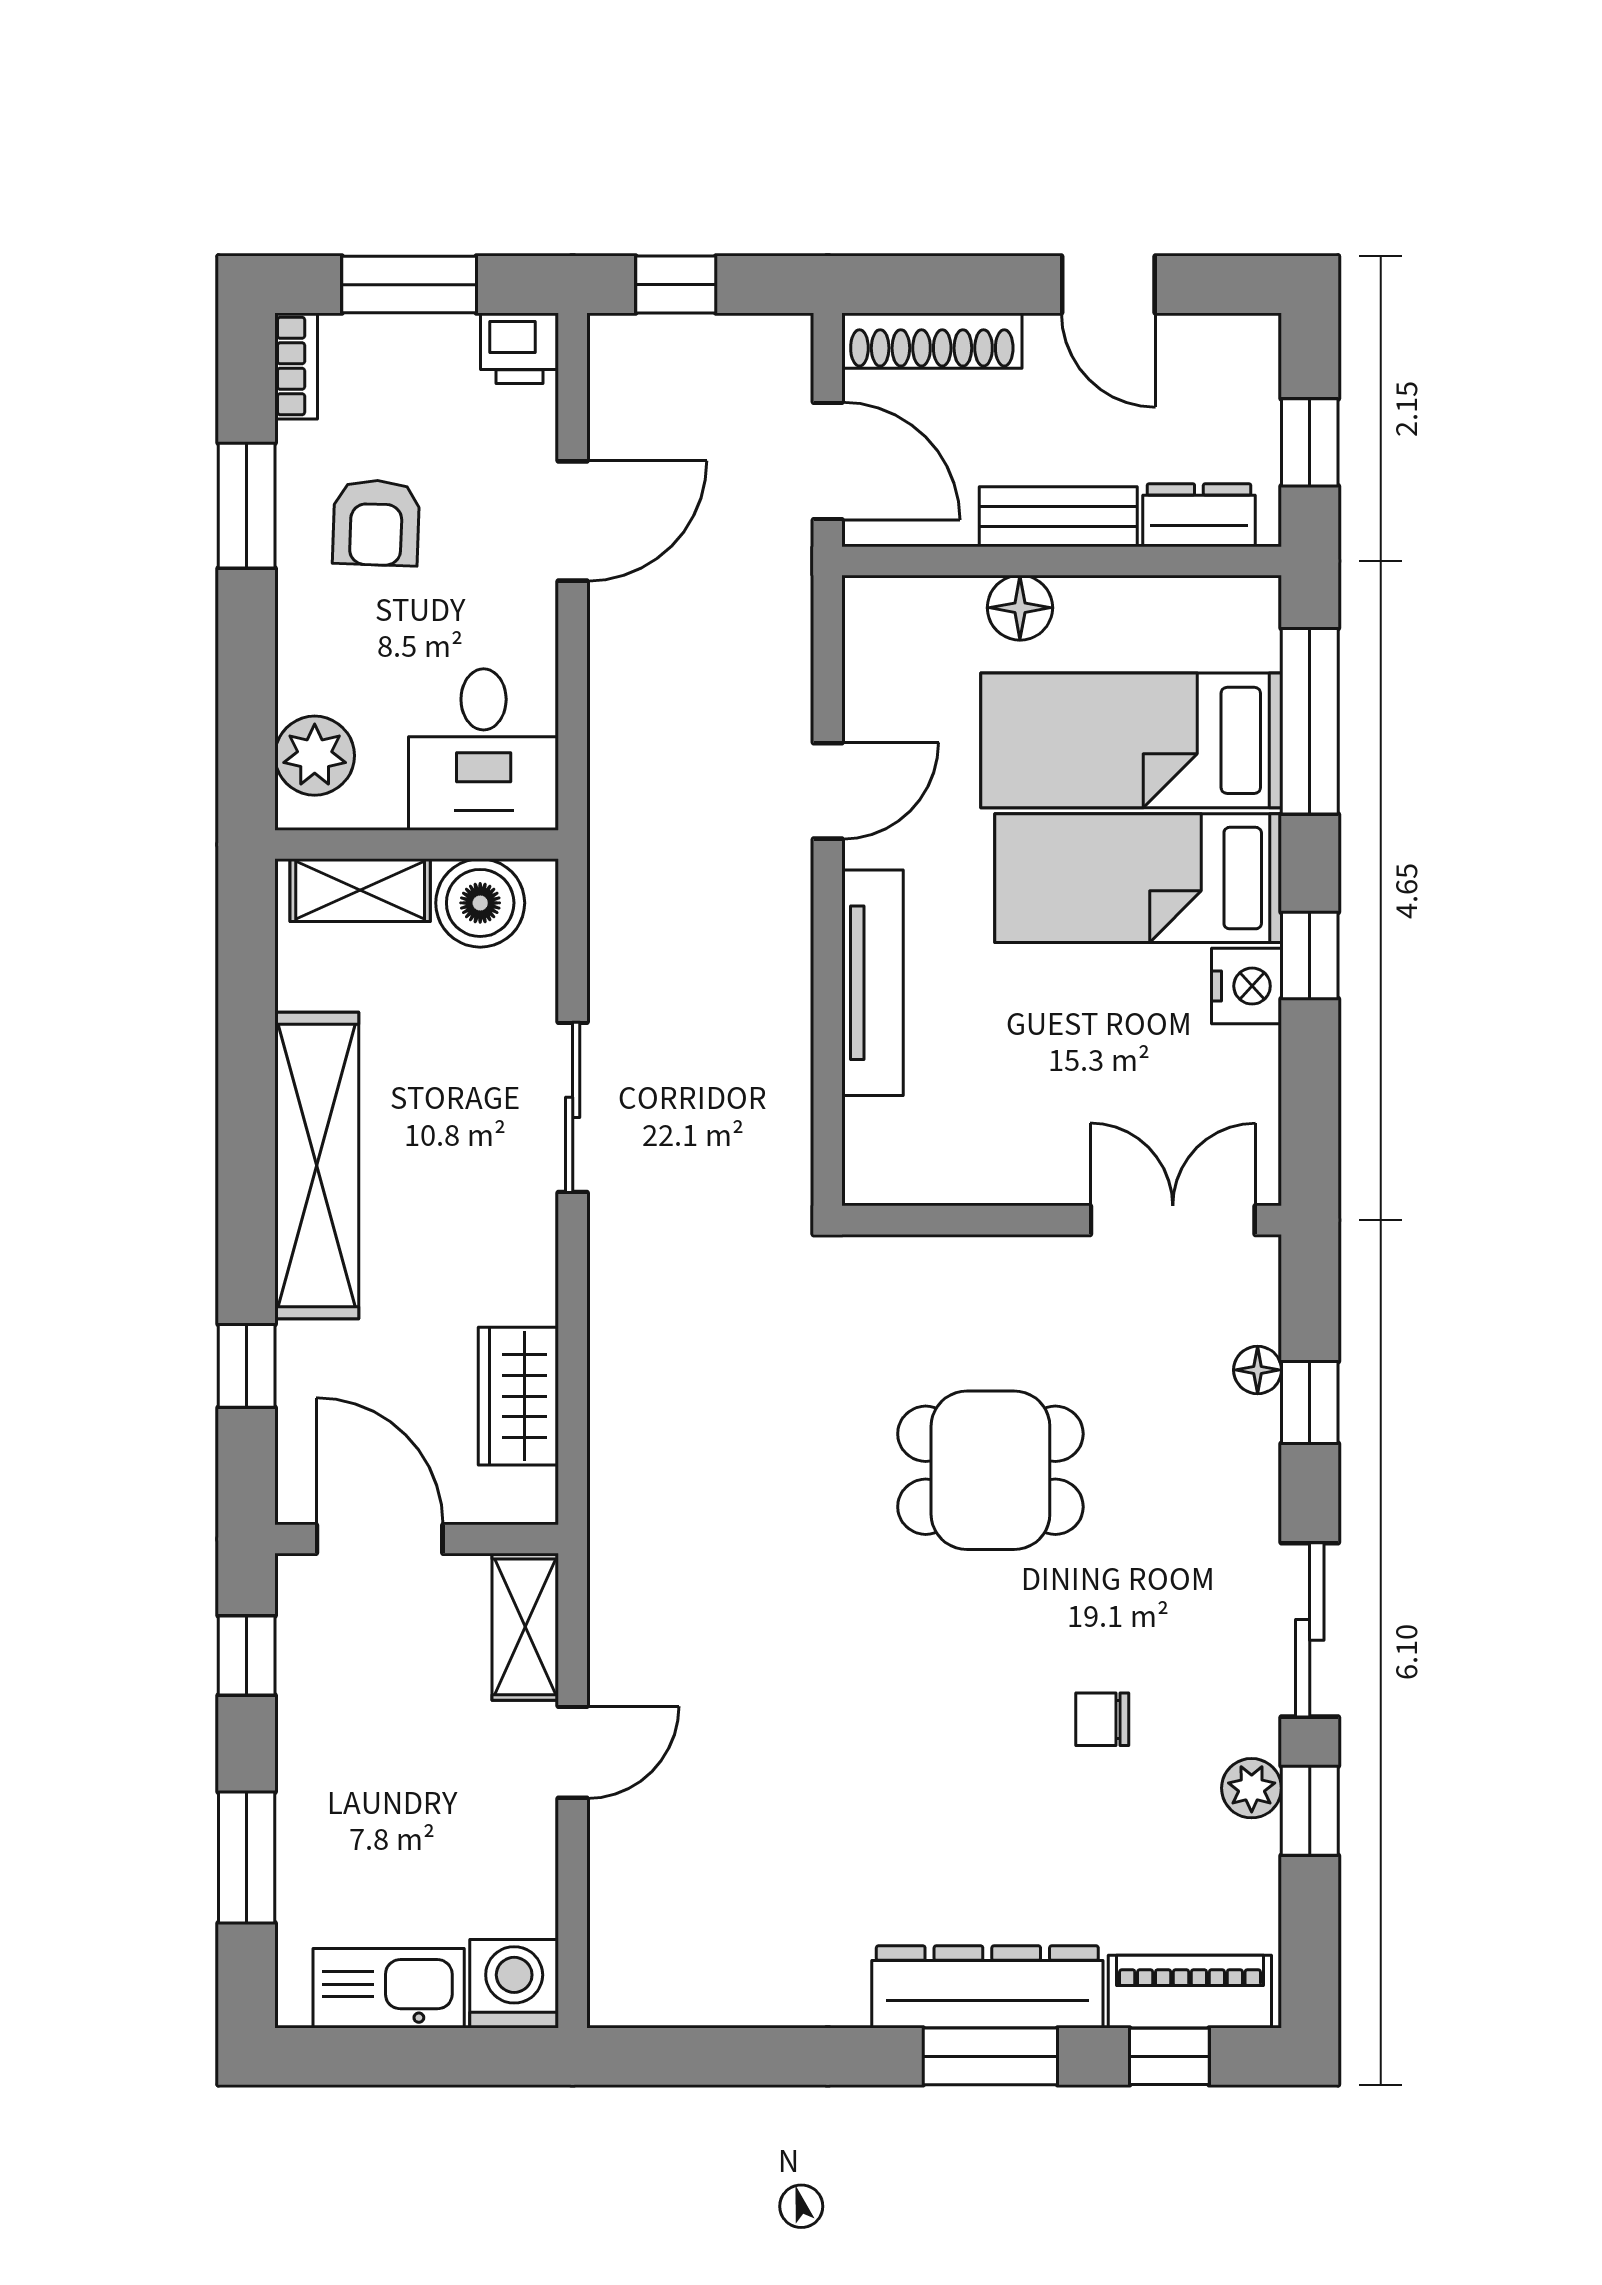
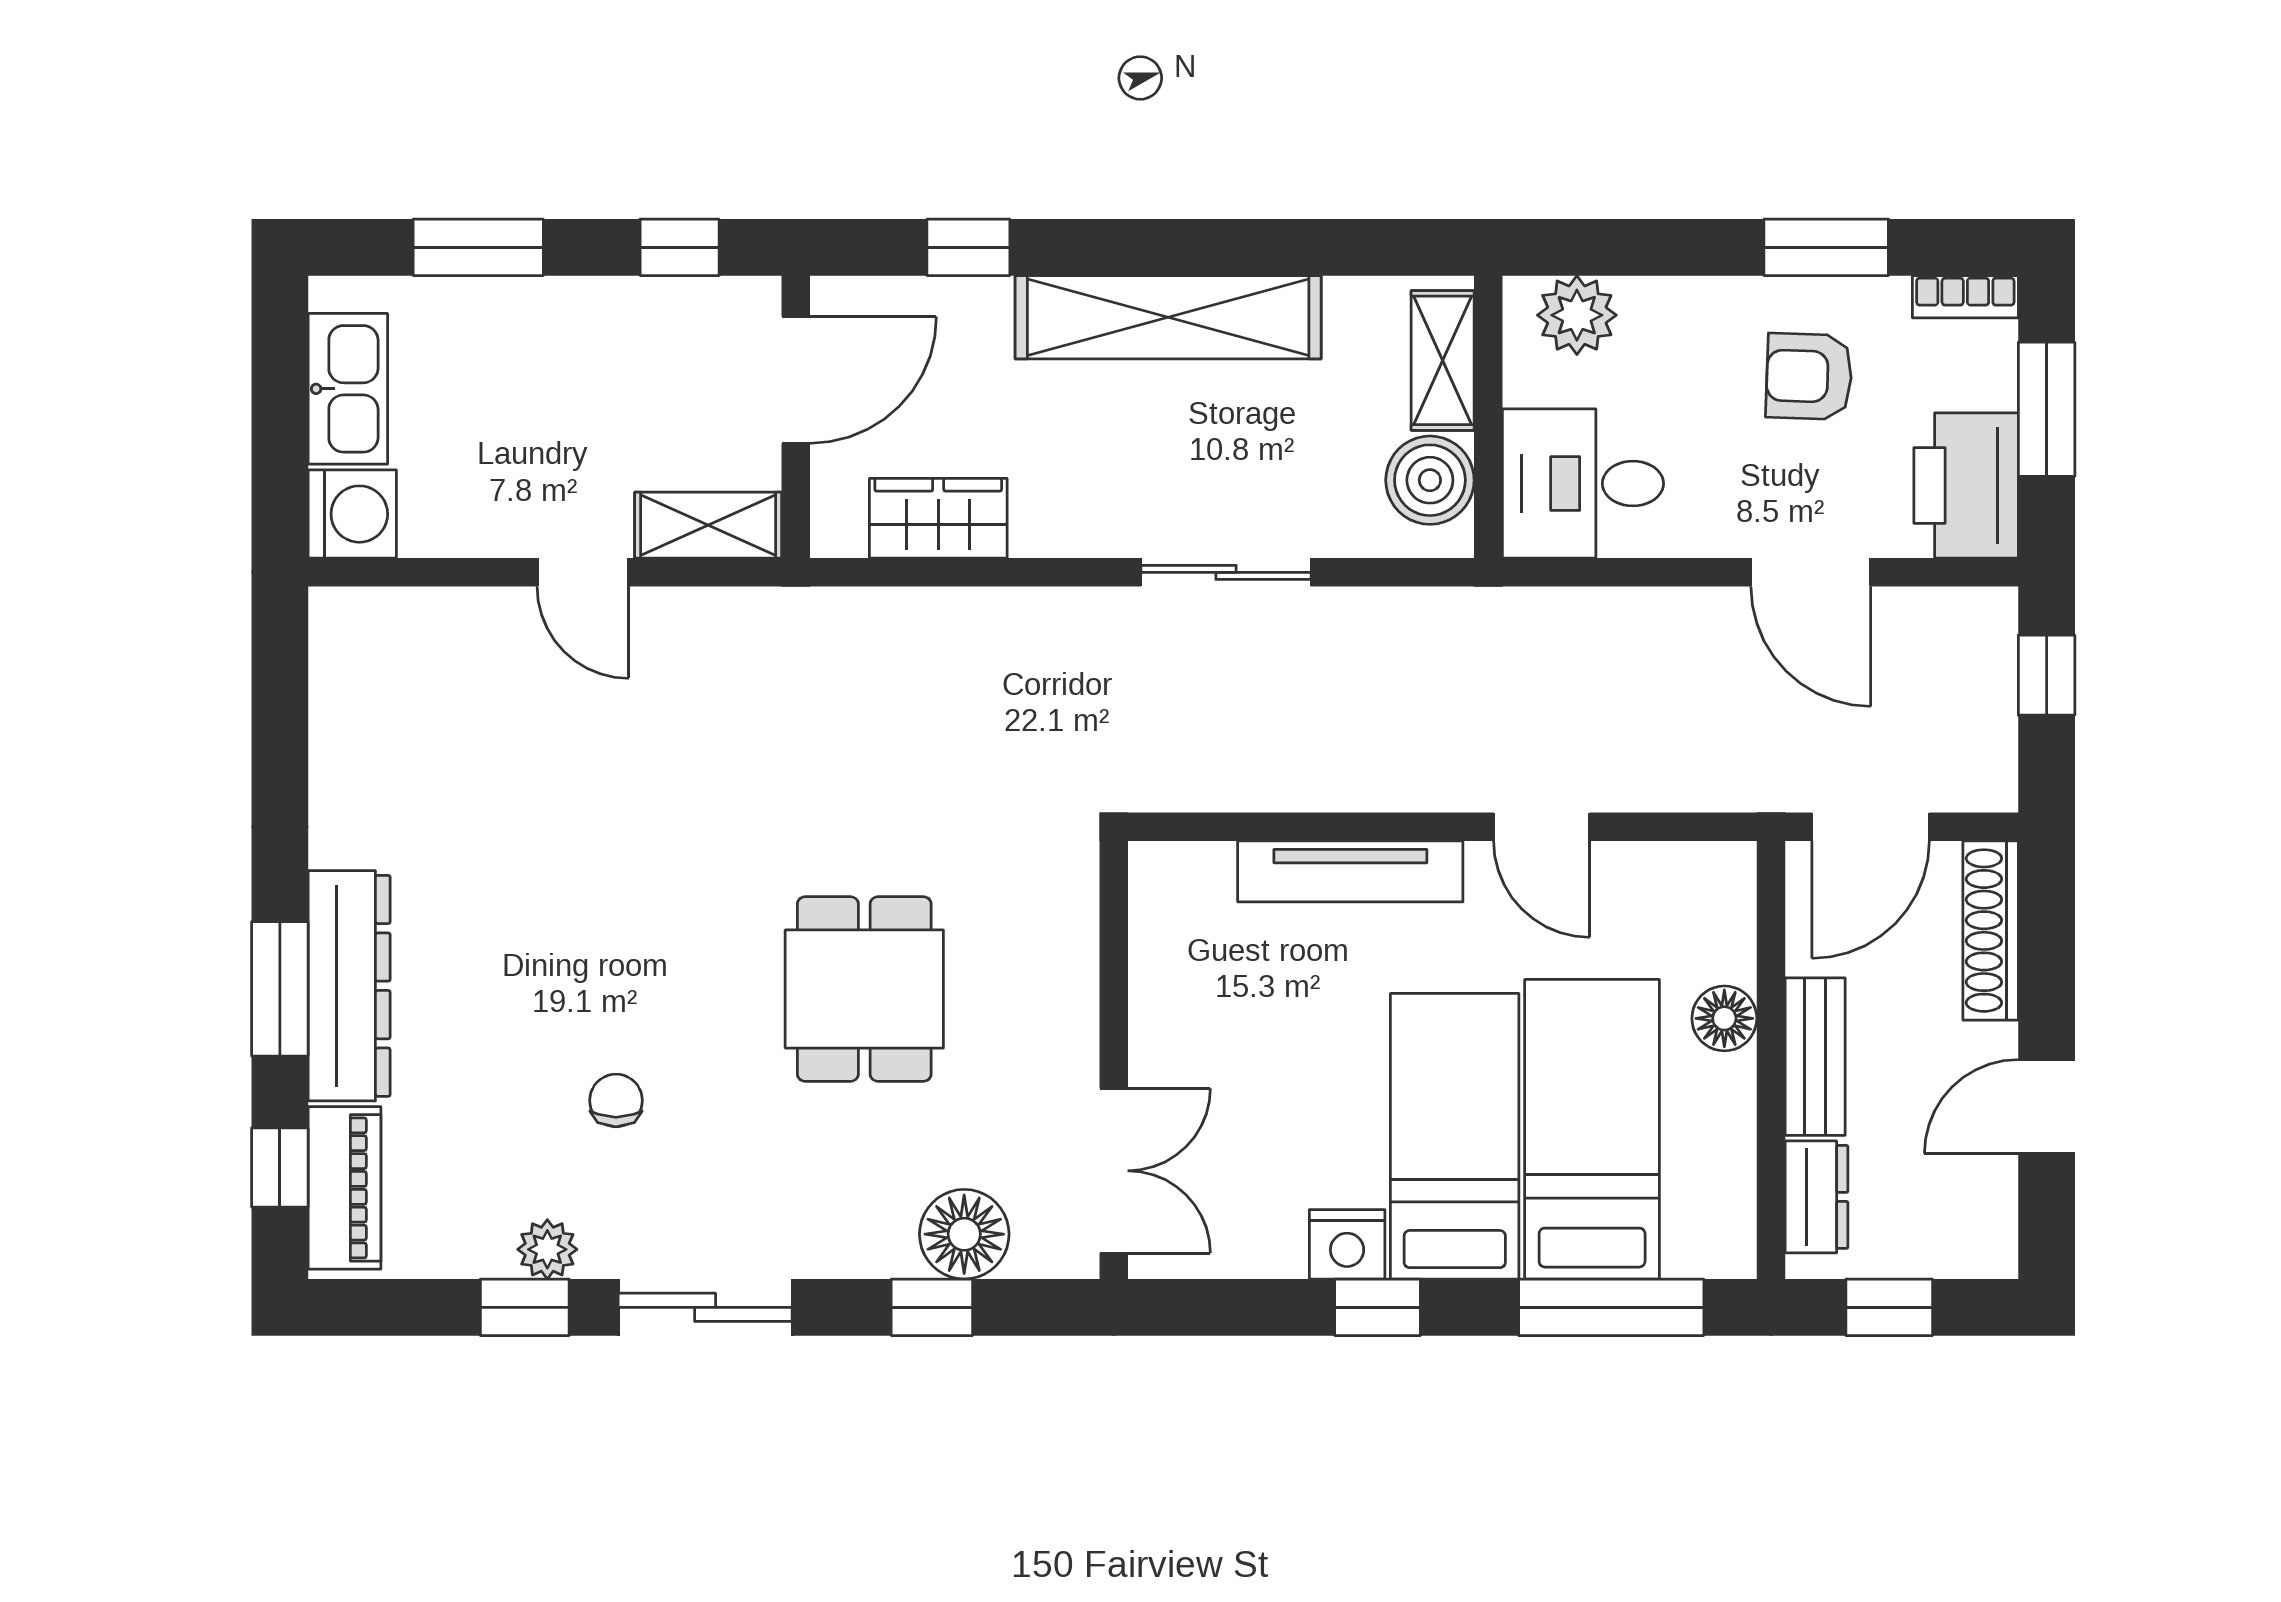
printer: (520, 348) -> (1966, 486), width x1.87, depth x1.48
floor lamp: (1258, 1370) -> (964, 1234), width x1.89, depth x1.89

